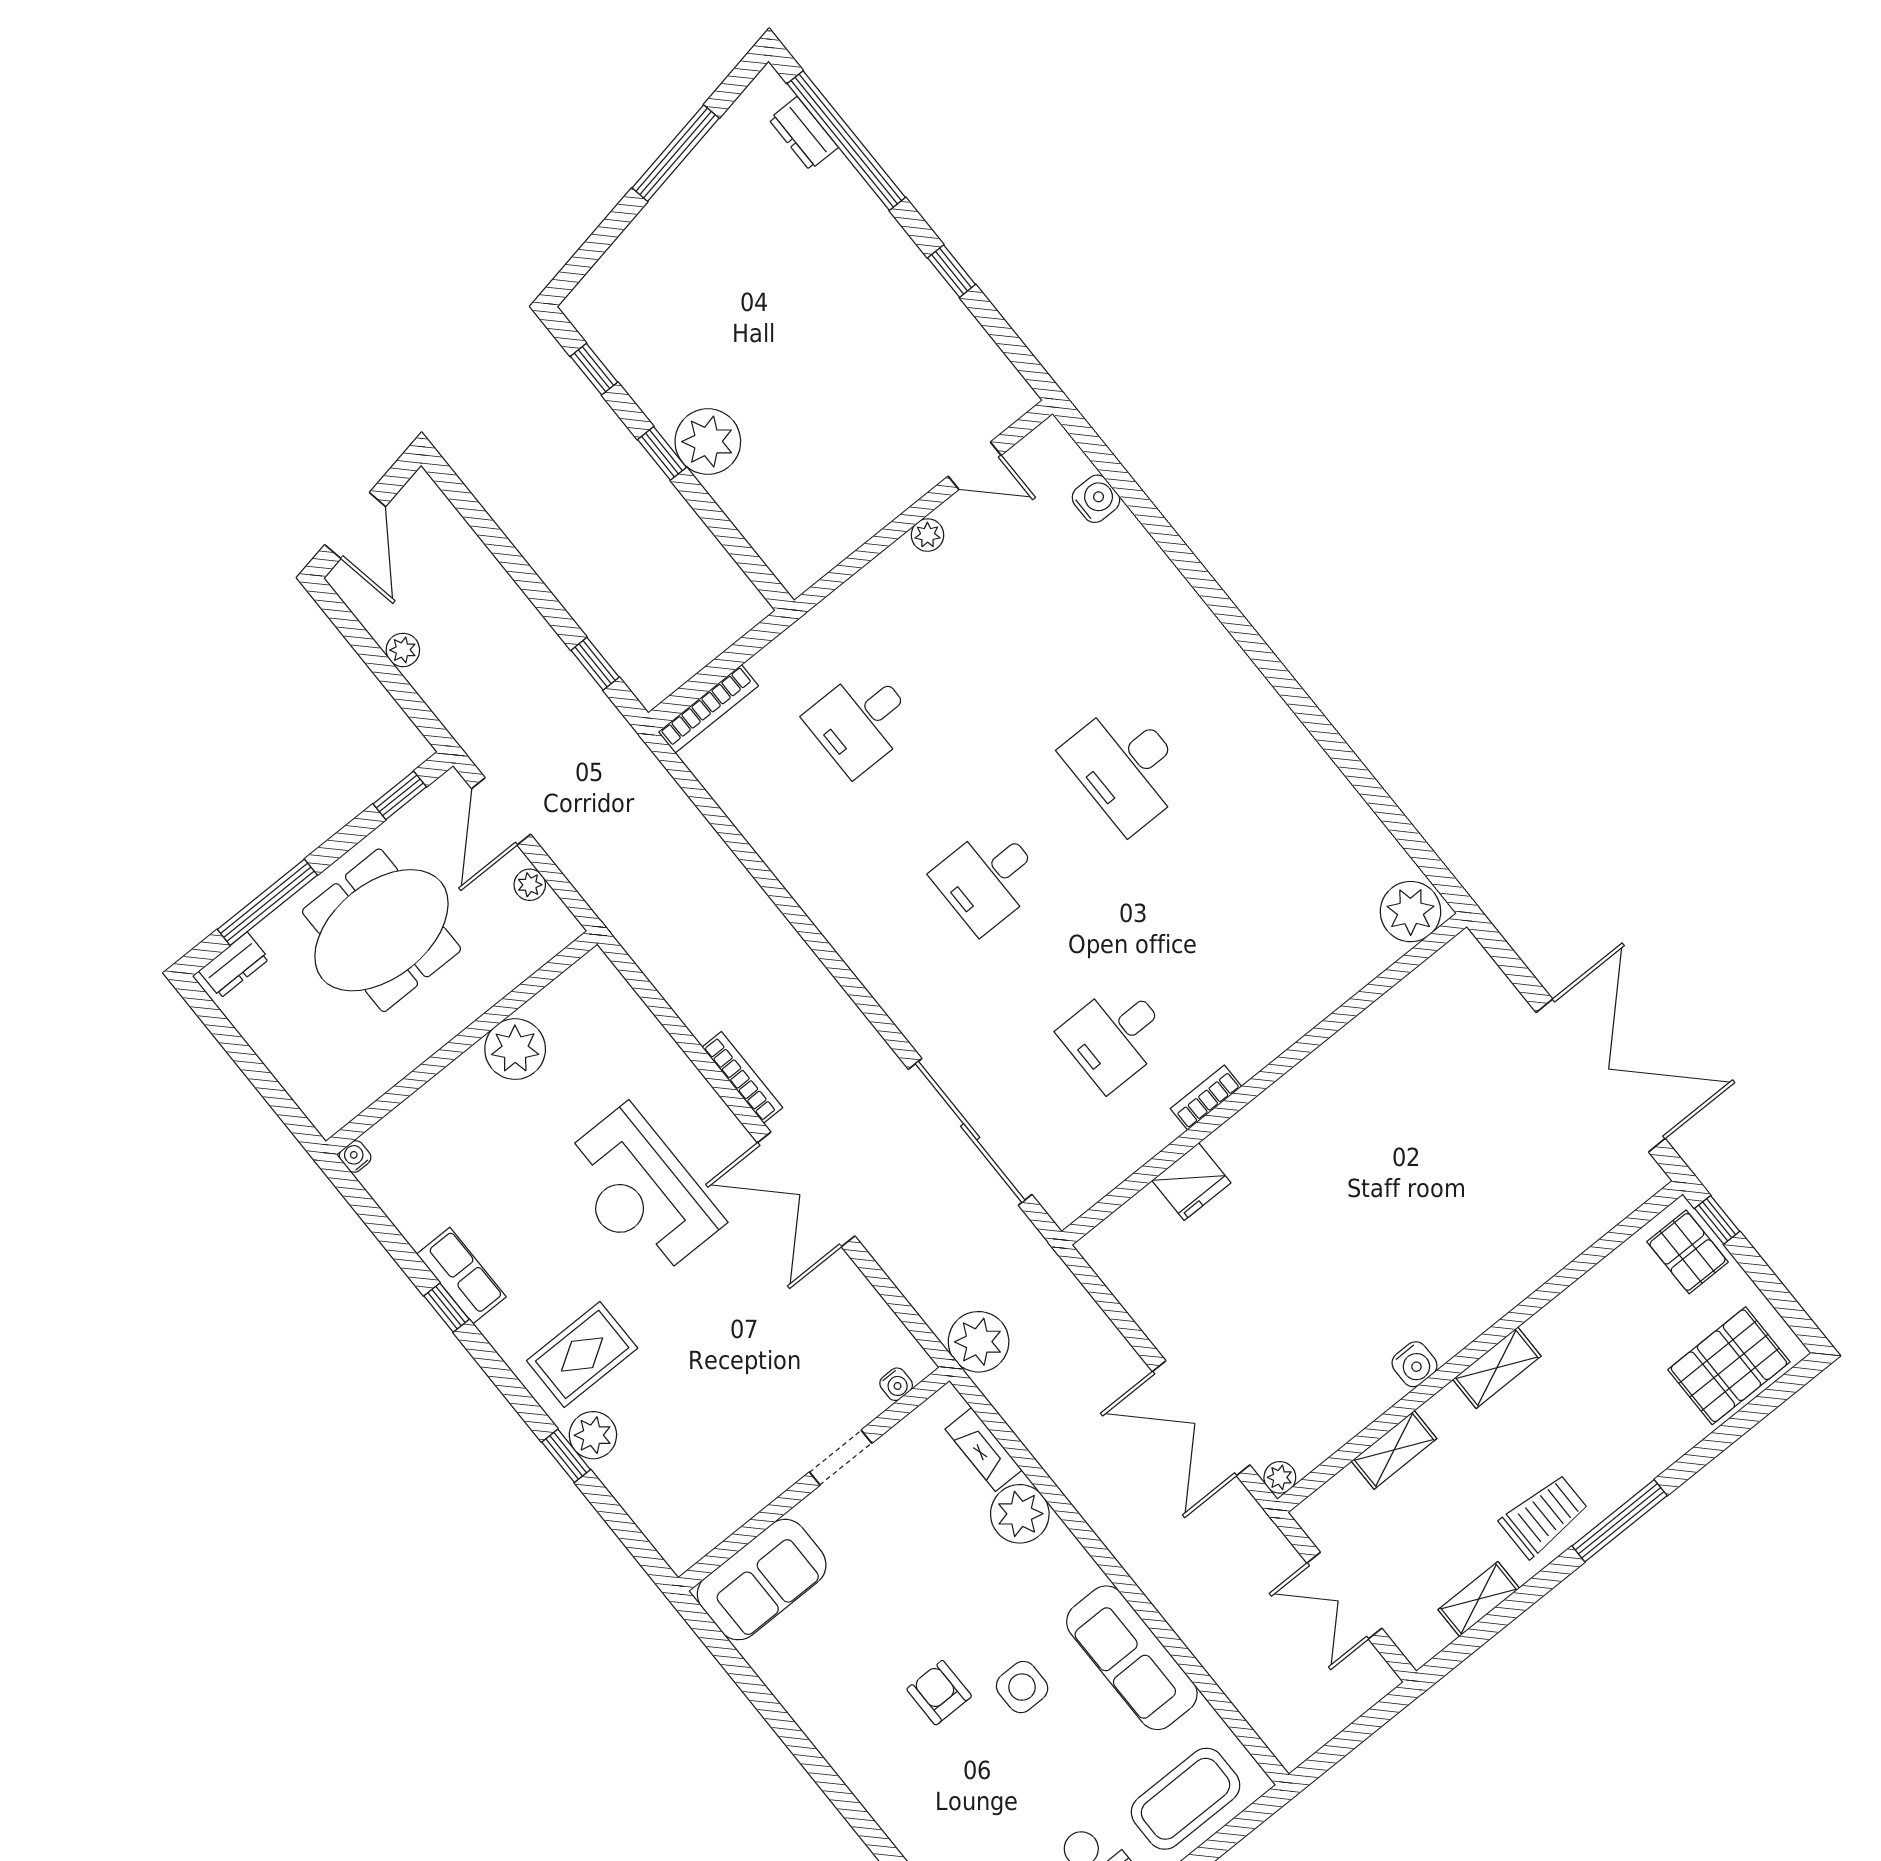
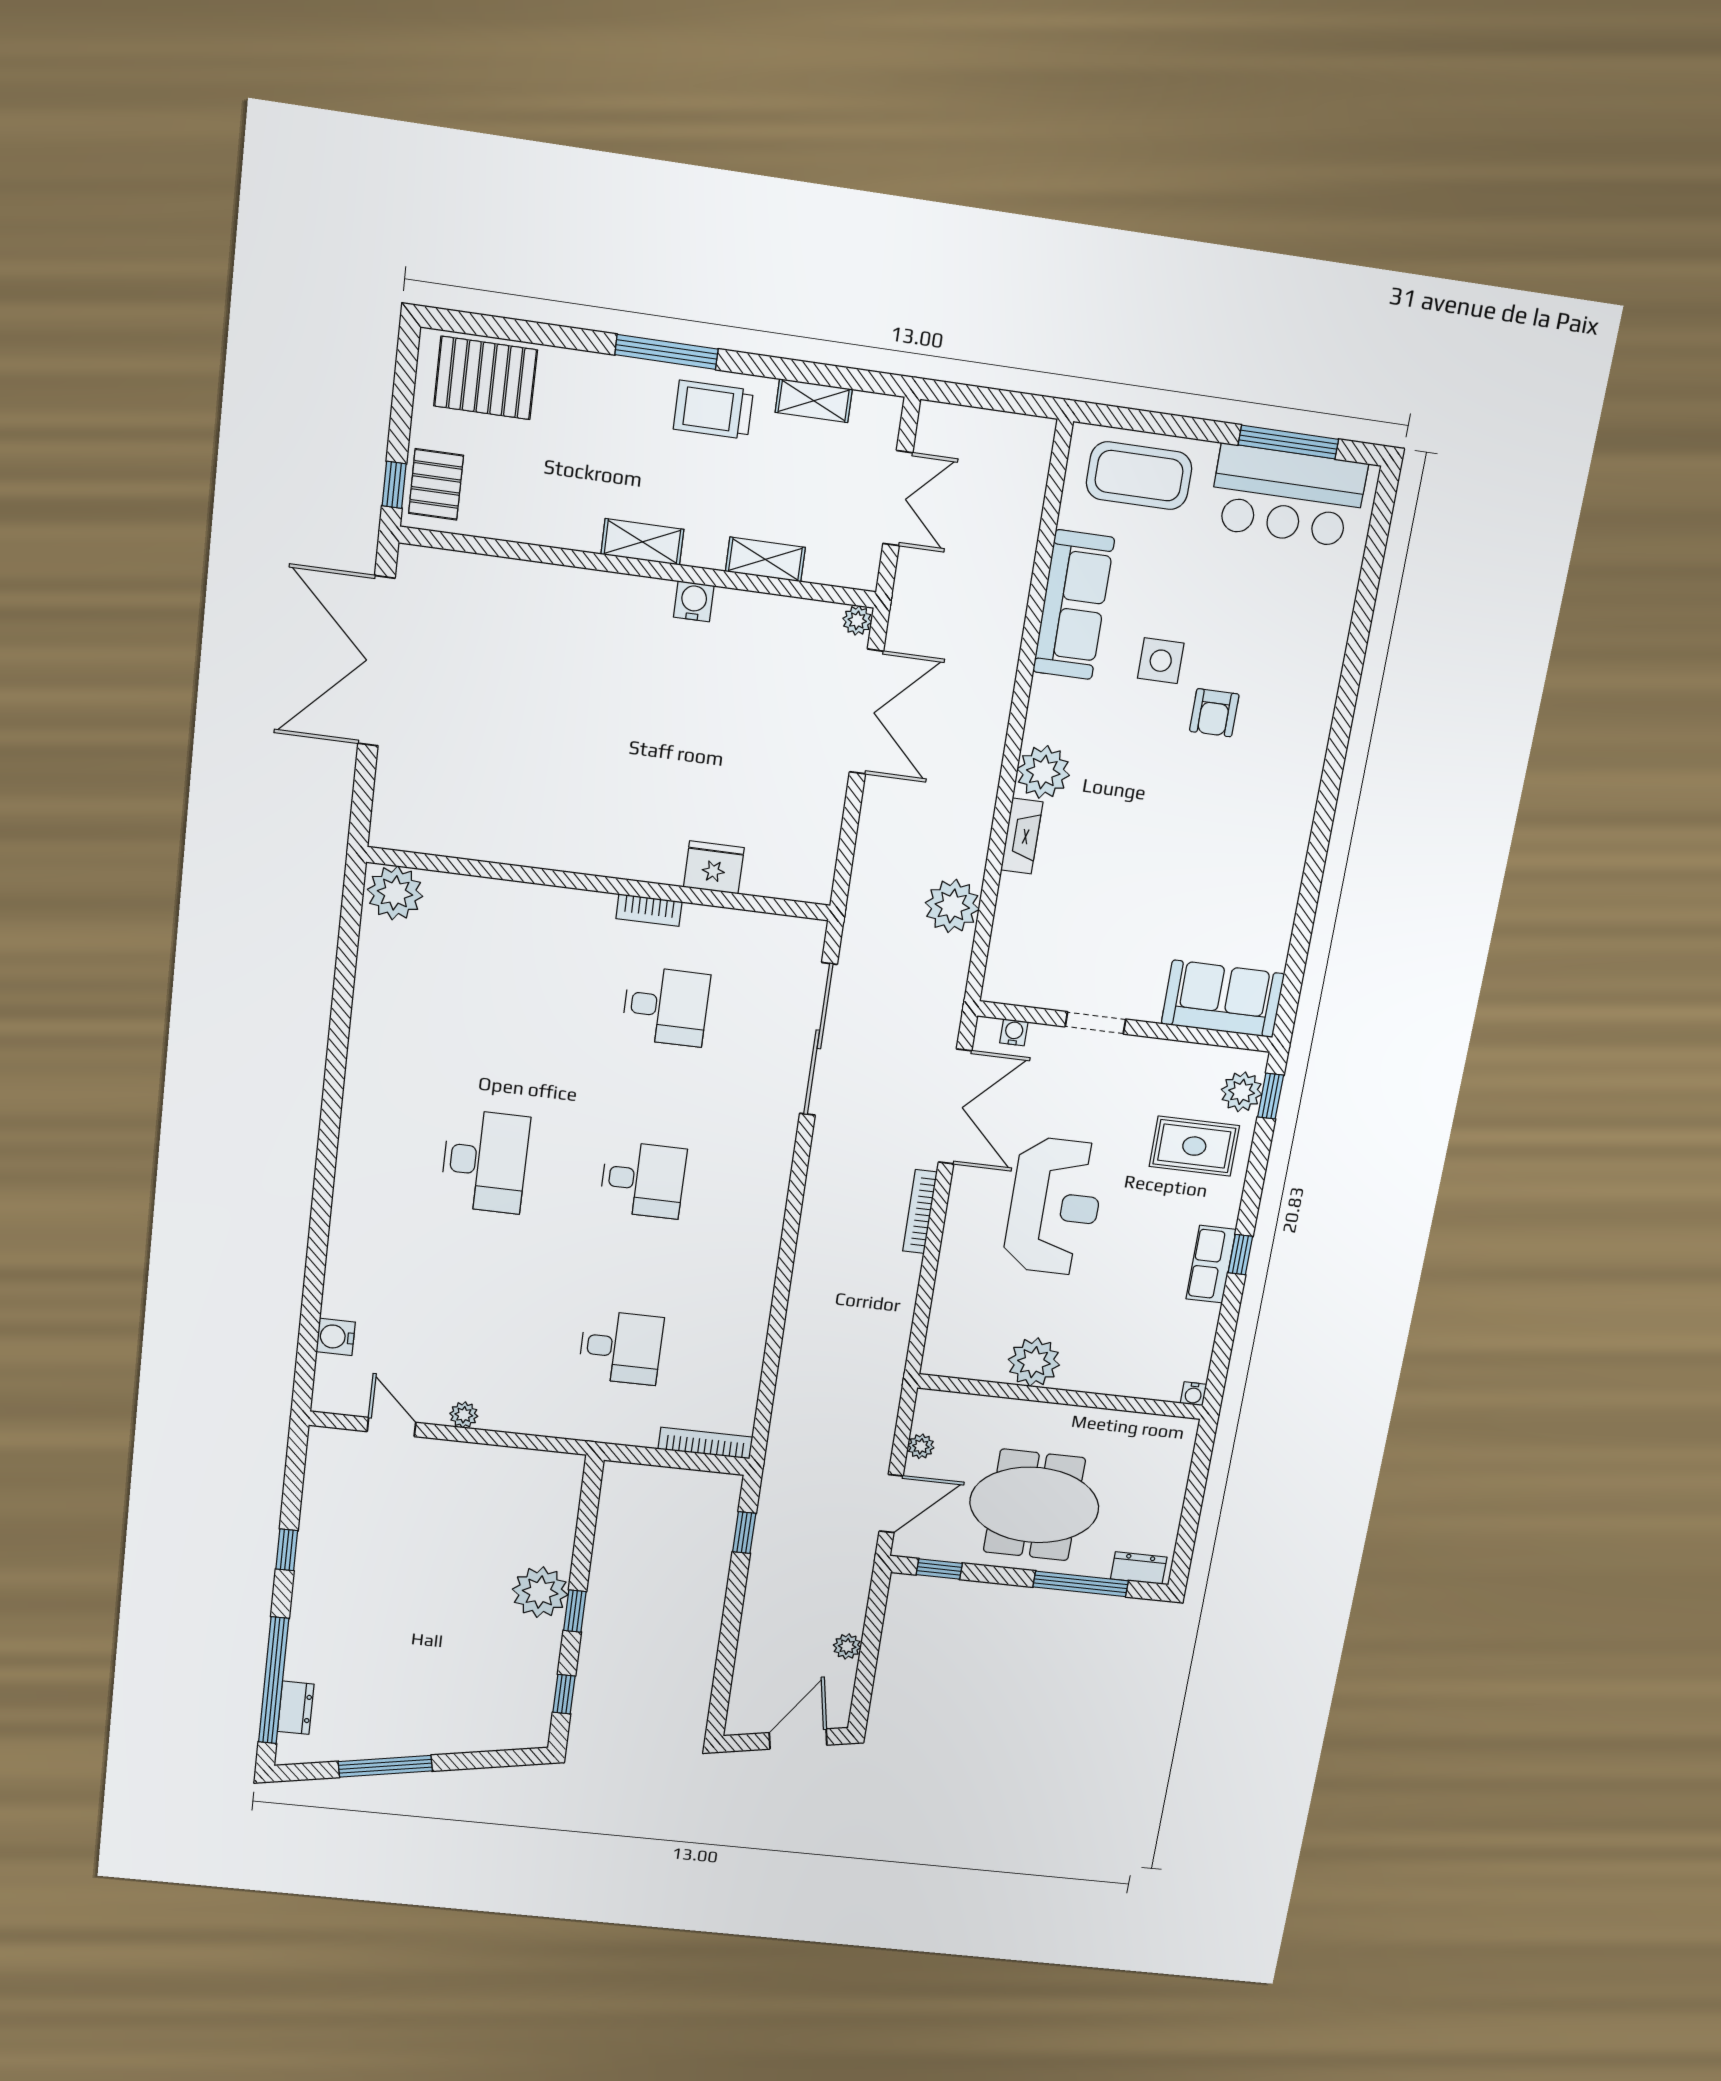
water cooler: (896, 1384) -> (1014, 1032), moved
doorway: (841, 1458) -> (1095, 1023), moved
wall: (814, 1479) -> (1125, 1027), moved
sofa: (762, 1580) -> (1223, 999), moved

